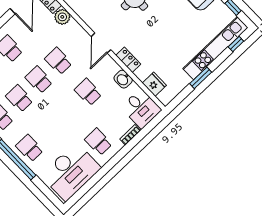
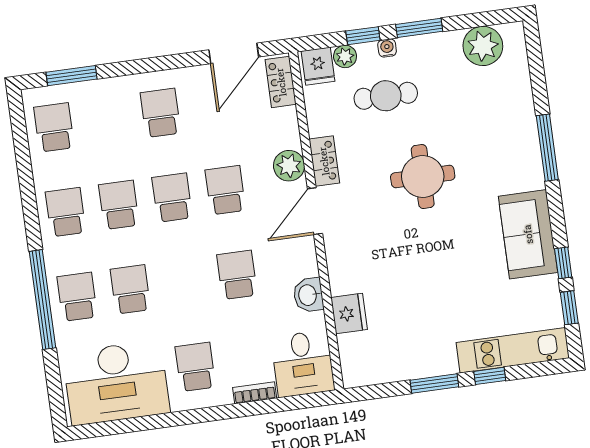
plant: (62, 17) -> (289, 166), moved
window: (236, 44) -> (490, 376), moved
kitchen unit: (215, 48) -> (513, 350), width x0.73
locker: (128, 60) -> (324, 161), moved
fridge: (154, 84) -> (349, 313), moved
school desk: (49, 129) -> (130, 289), added

